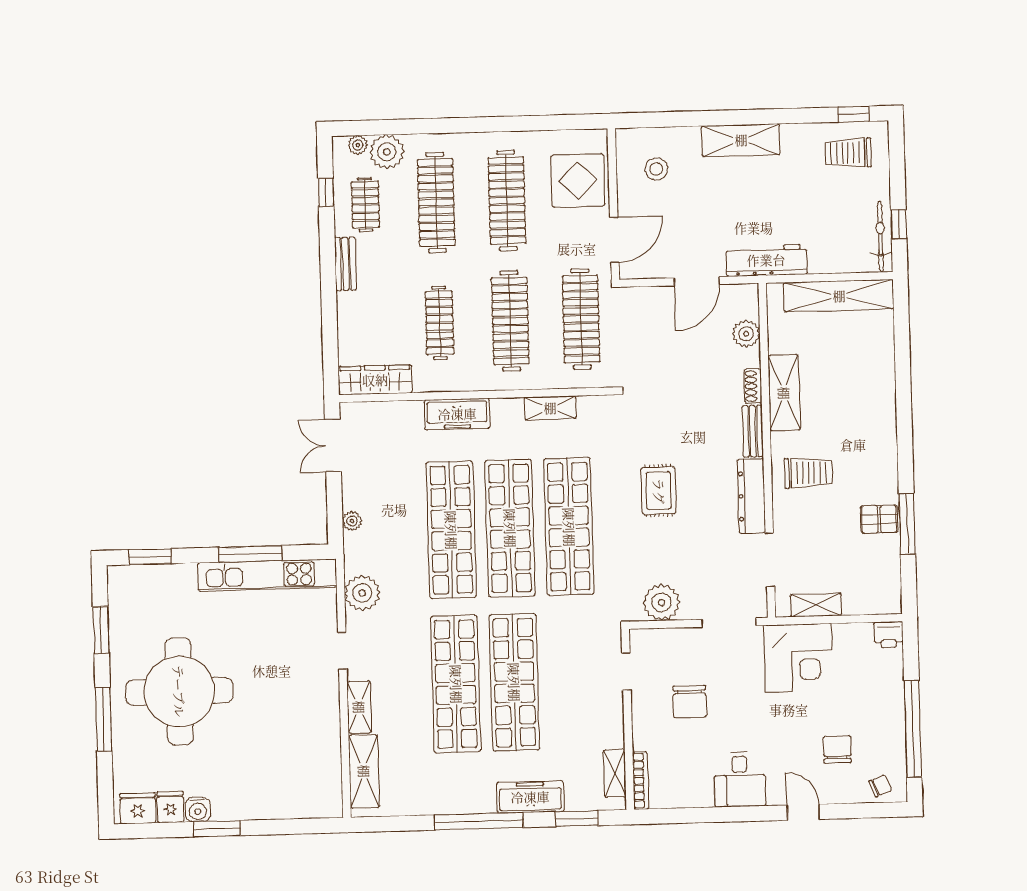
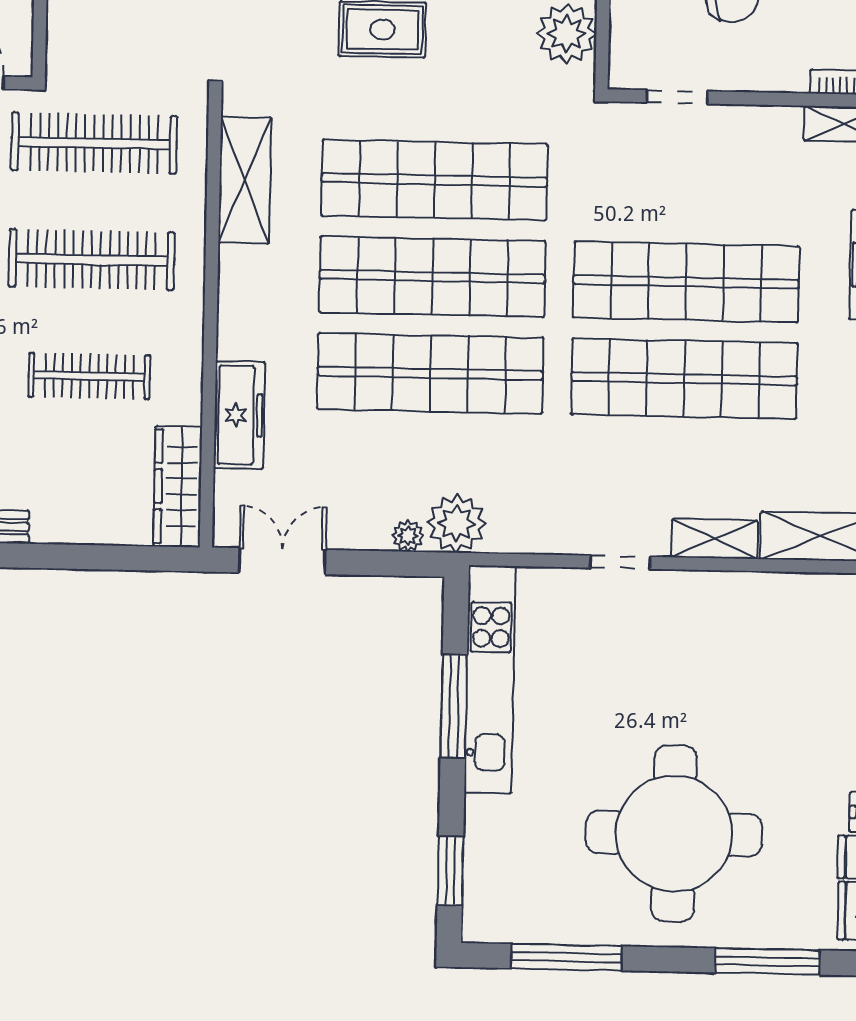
shelving: (550, 408) -> (245, 180), width x1.50, depth x1.33
freezer: (457, 414) -> (239, 415), moved
double door: (333, 445) -> (282, 561), swing flipped
plant: (362, 593) -> (457, 523), moved
window: (101, 630) -> (567, 957), width x1.44
window: (103, 719) -> (767, 961), moved

